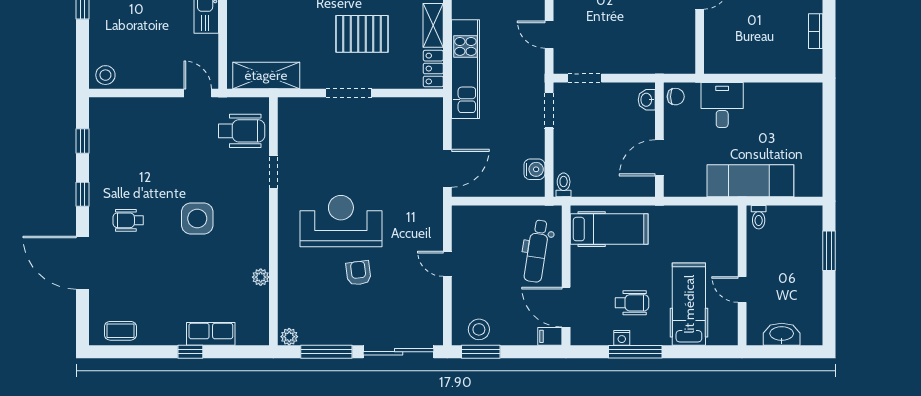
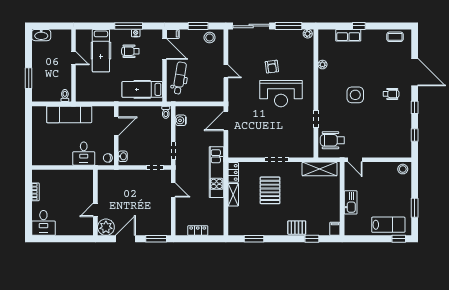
pallet: (362, 34) -> (270, 190), turned 90
washbasin: (782, 334) -> (41, 35), moved
window: (481, 352) -> (198, 26), moved

